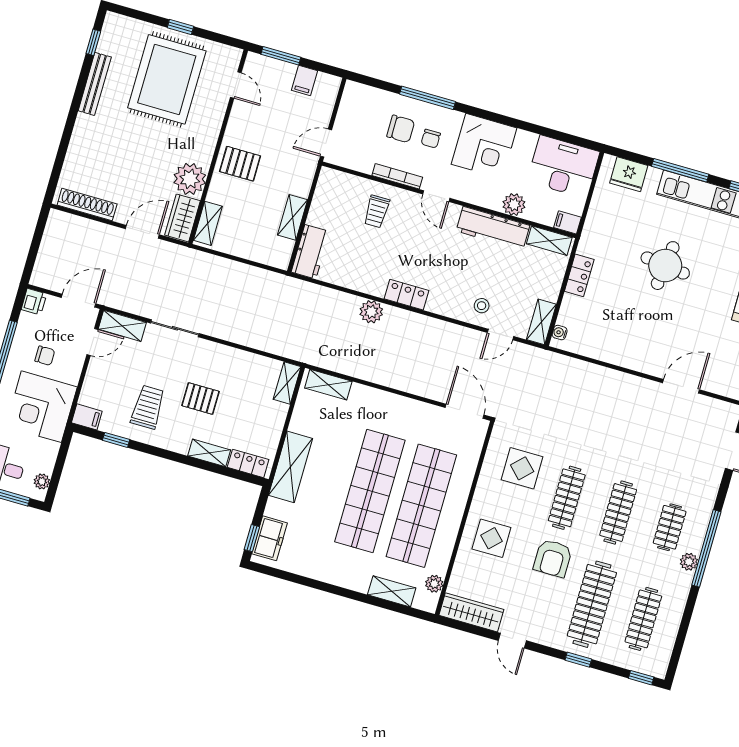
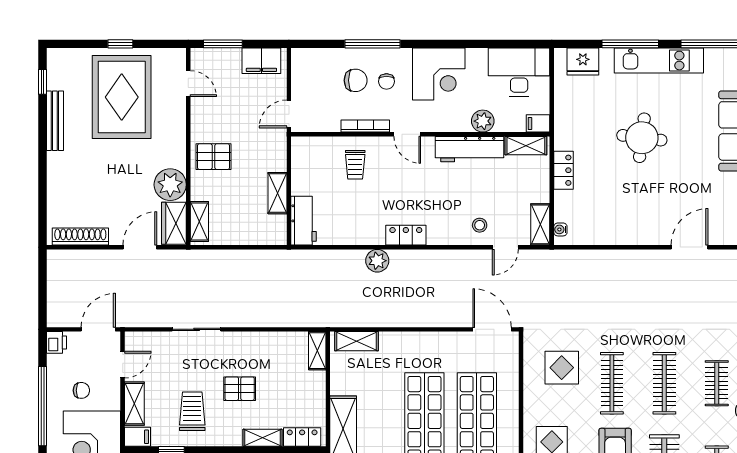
filing cabinet: (304, 81) -> (261, 61), width x2.00
shelving: (122, 326) -> (134, 404), moved, turned 90

